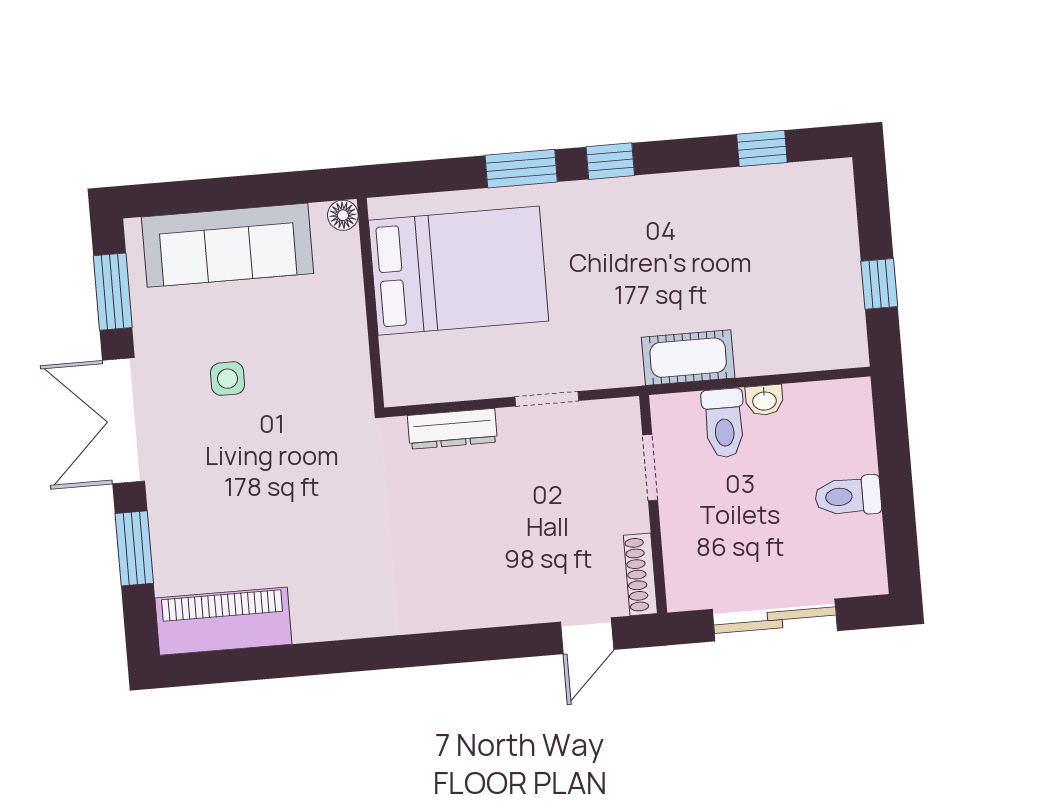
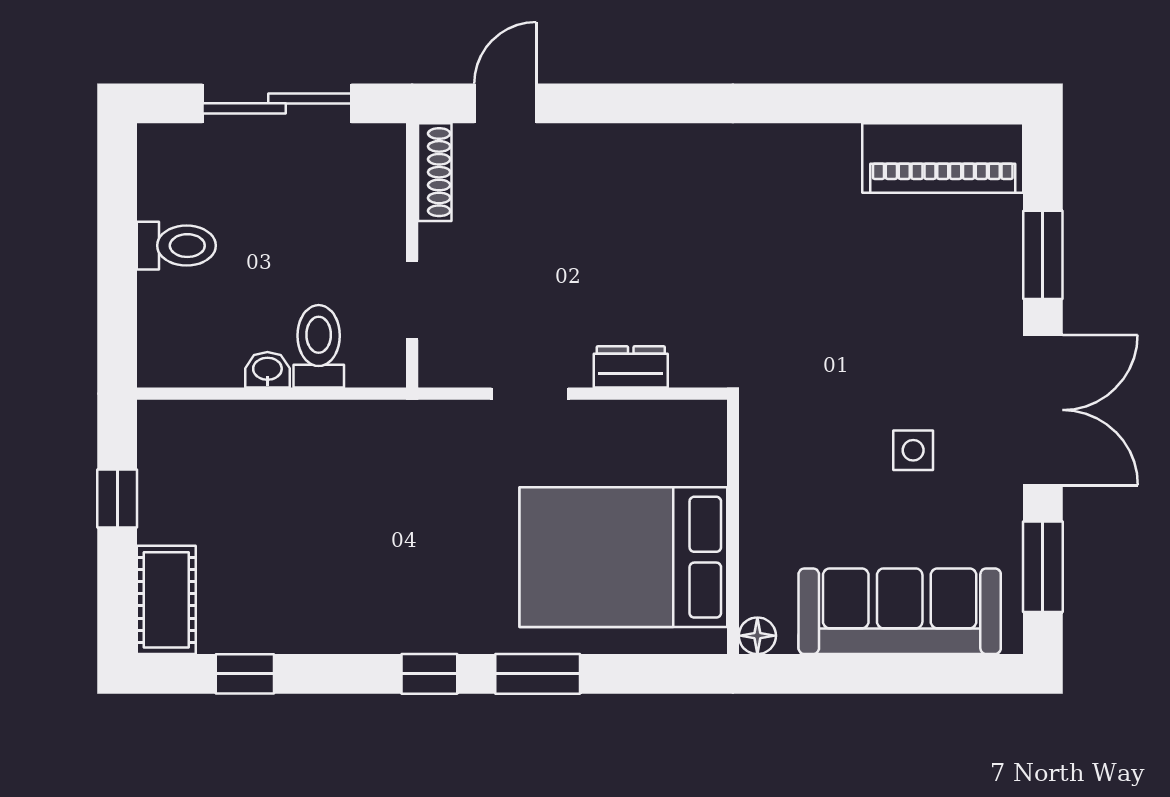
cot: (688, 358) -> (166, 600), moved, turned 90
dresser: (452, 429) -> (631, 367), width x0.70

